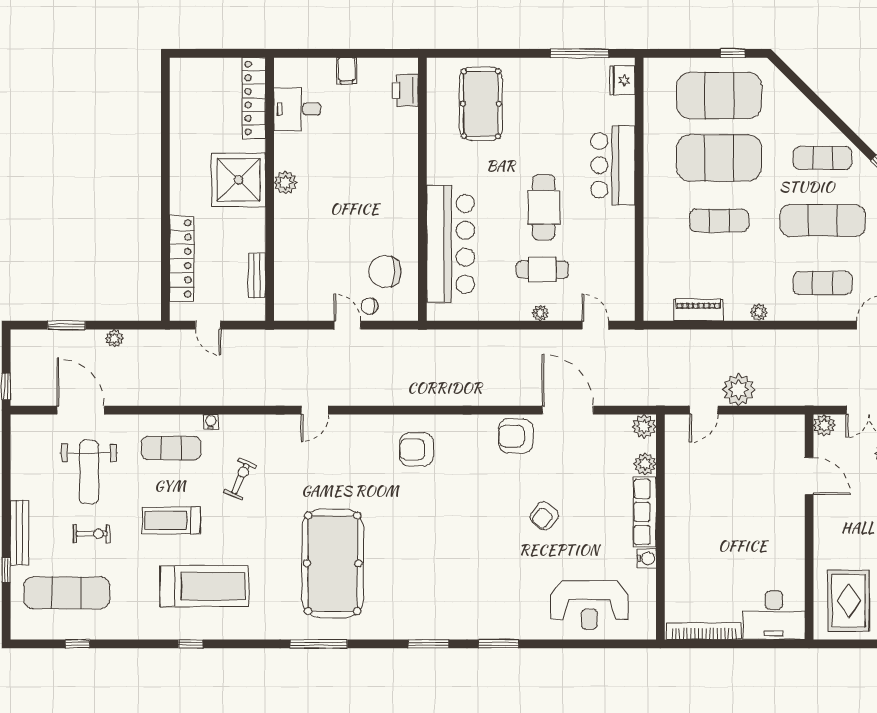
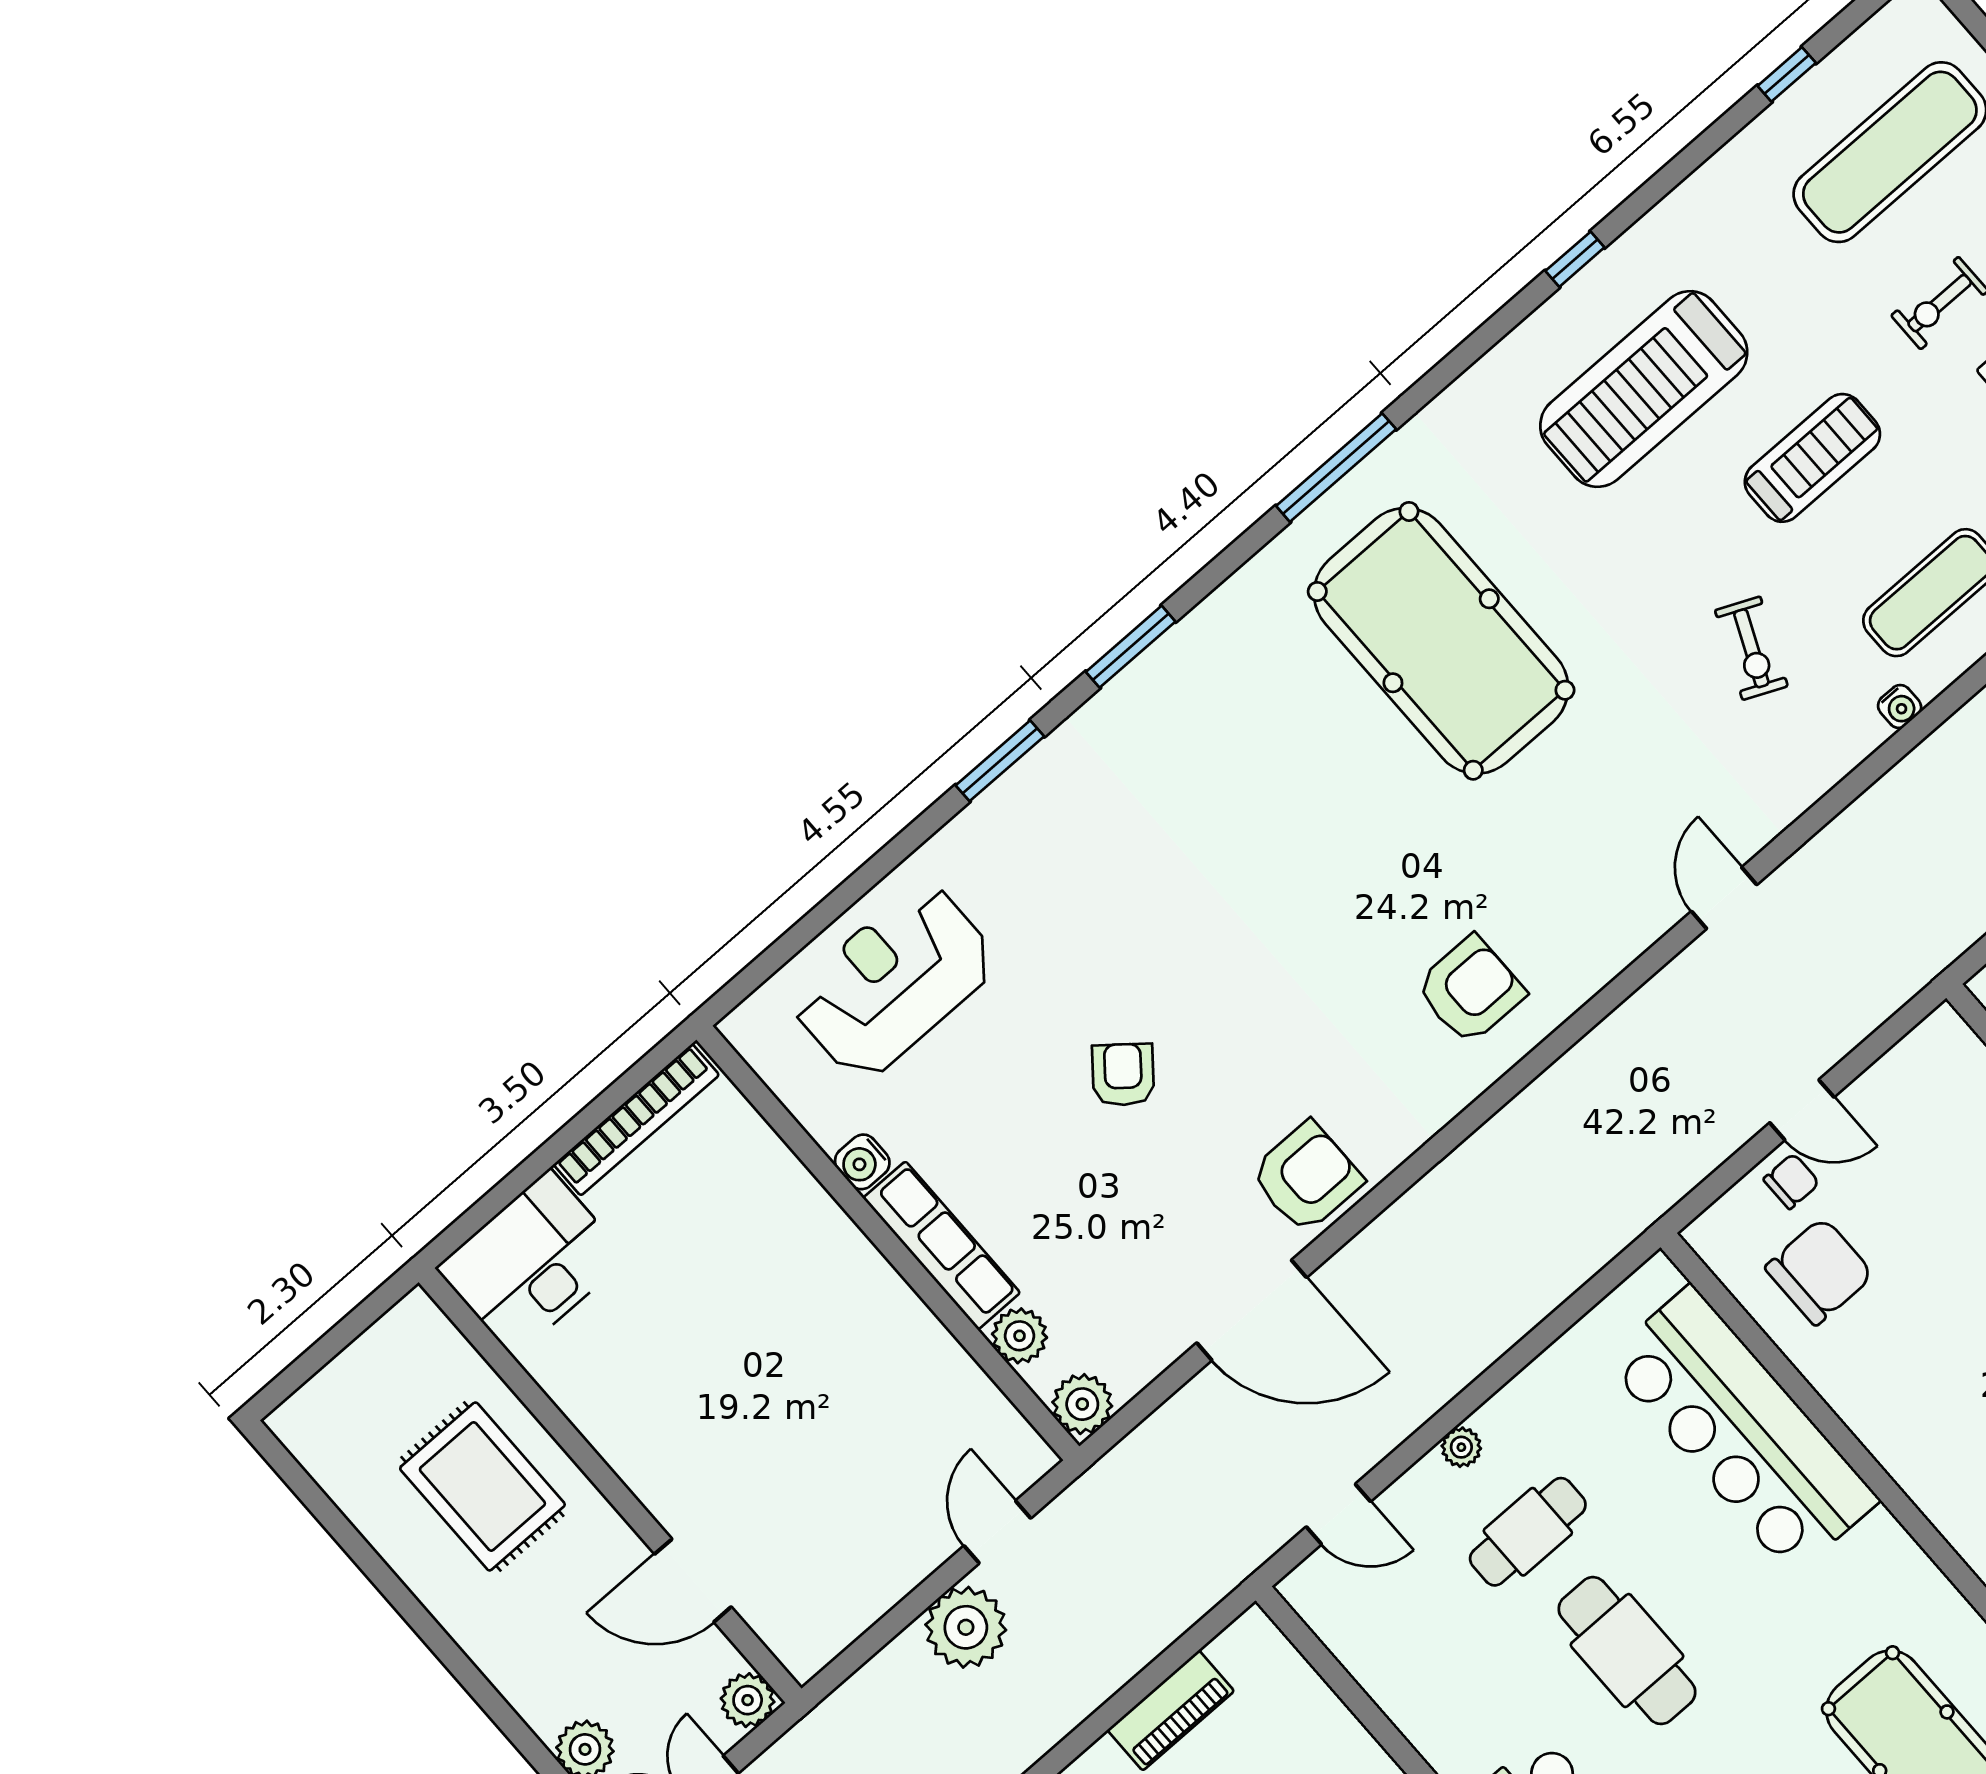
rug: (849, 601) -> (482, 1486), moved

